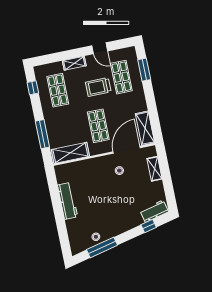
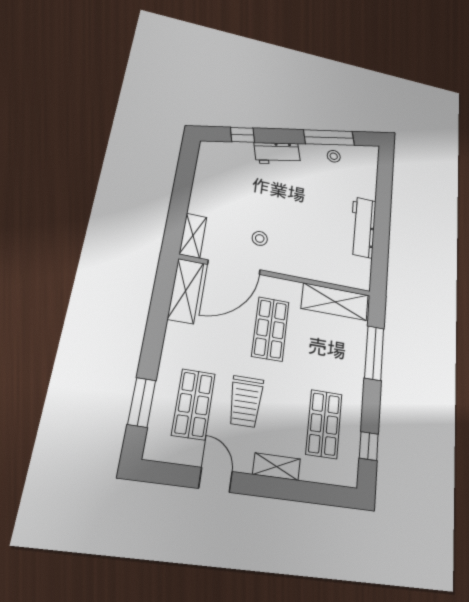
trolley: (98, 87) -> (246, 401), turned 90
shelving: (155, 169) -> (193, 236), moved
workbench: (154, 211) -> (277, 153), moved

